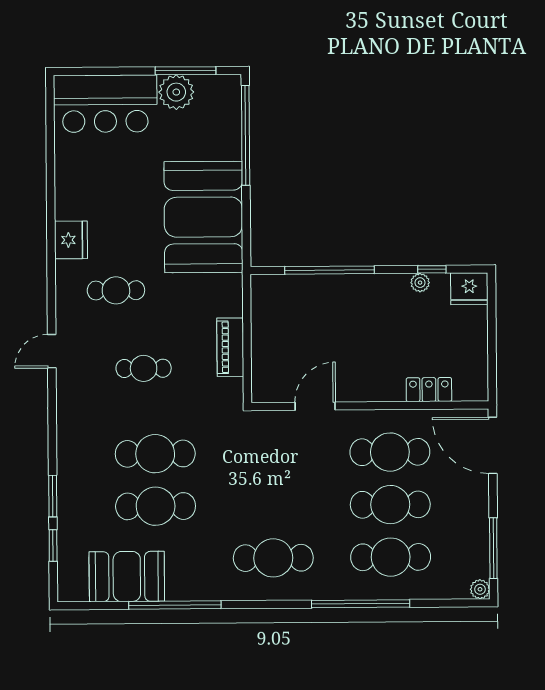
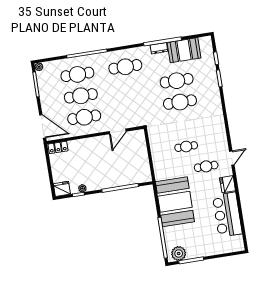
plant: (176, 92) -> (179, 253), moved
bar counter: (105, 104) -> (227, 215), moved, turned -90
piano: (230, 347) -> (156, 150), removed
door: (52, 351) -> (232, 158), moved
cafe table: (144, 368) -> (186, 147), moved
locker: (429, 390) -> (58, 147), moved
dresser: (186, 590) -> (159, 48), added

